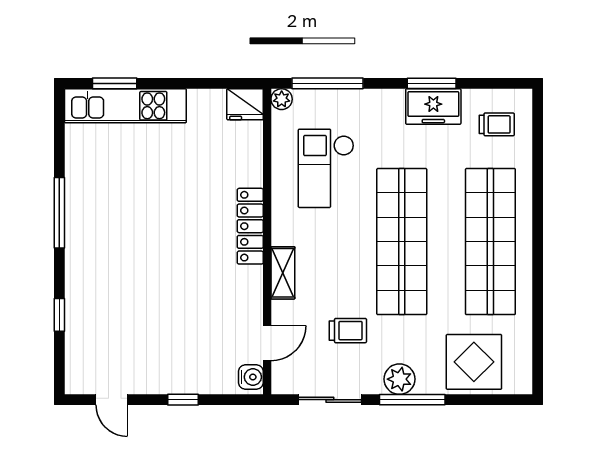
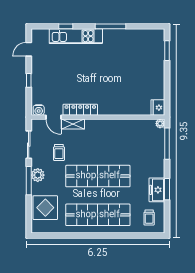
kitchen unit: (125, 106) -> (76, 36), moved, turned -90
checkout: (326, 168) -> (130, 143), removed
locker: (250, 226) -> (80, 110), moved
shelving: (283, 273) -> (73, 124), moved

